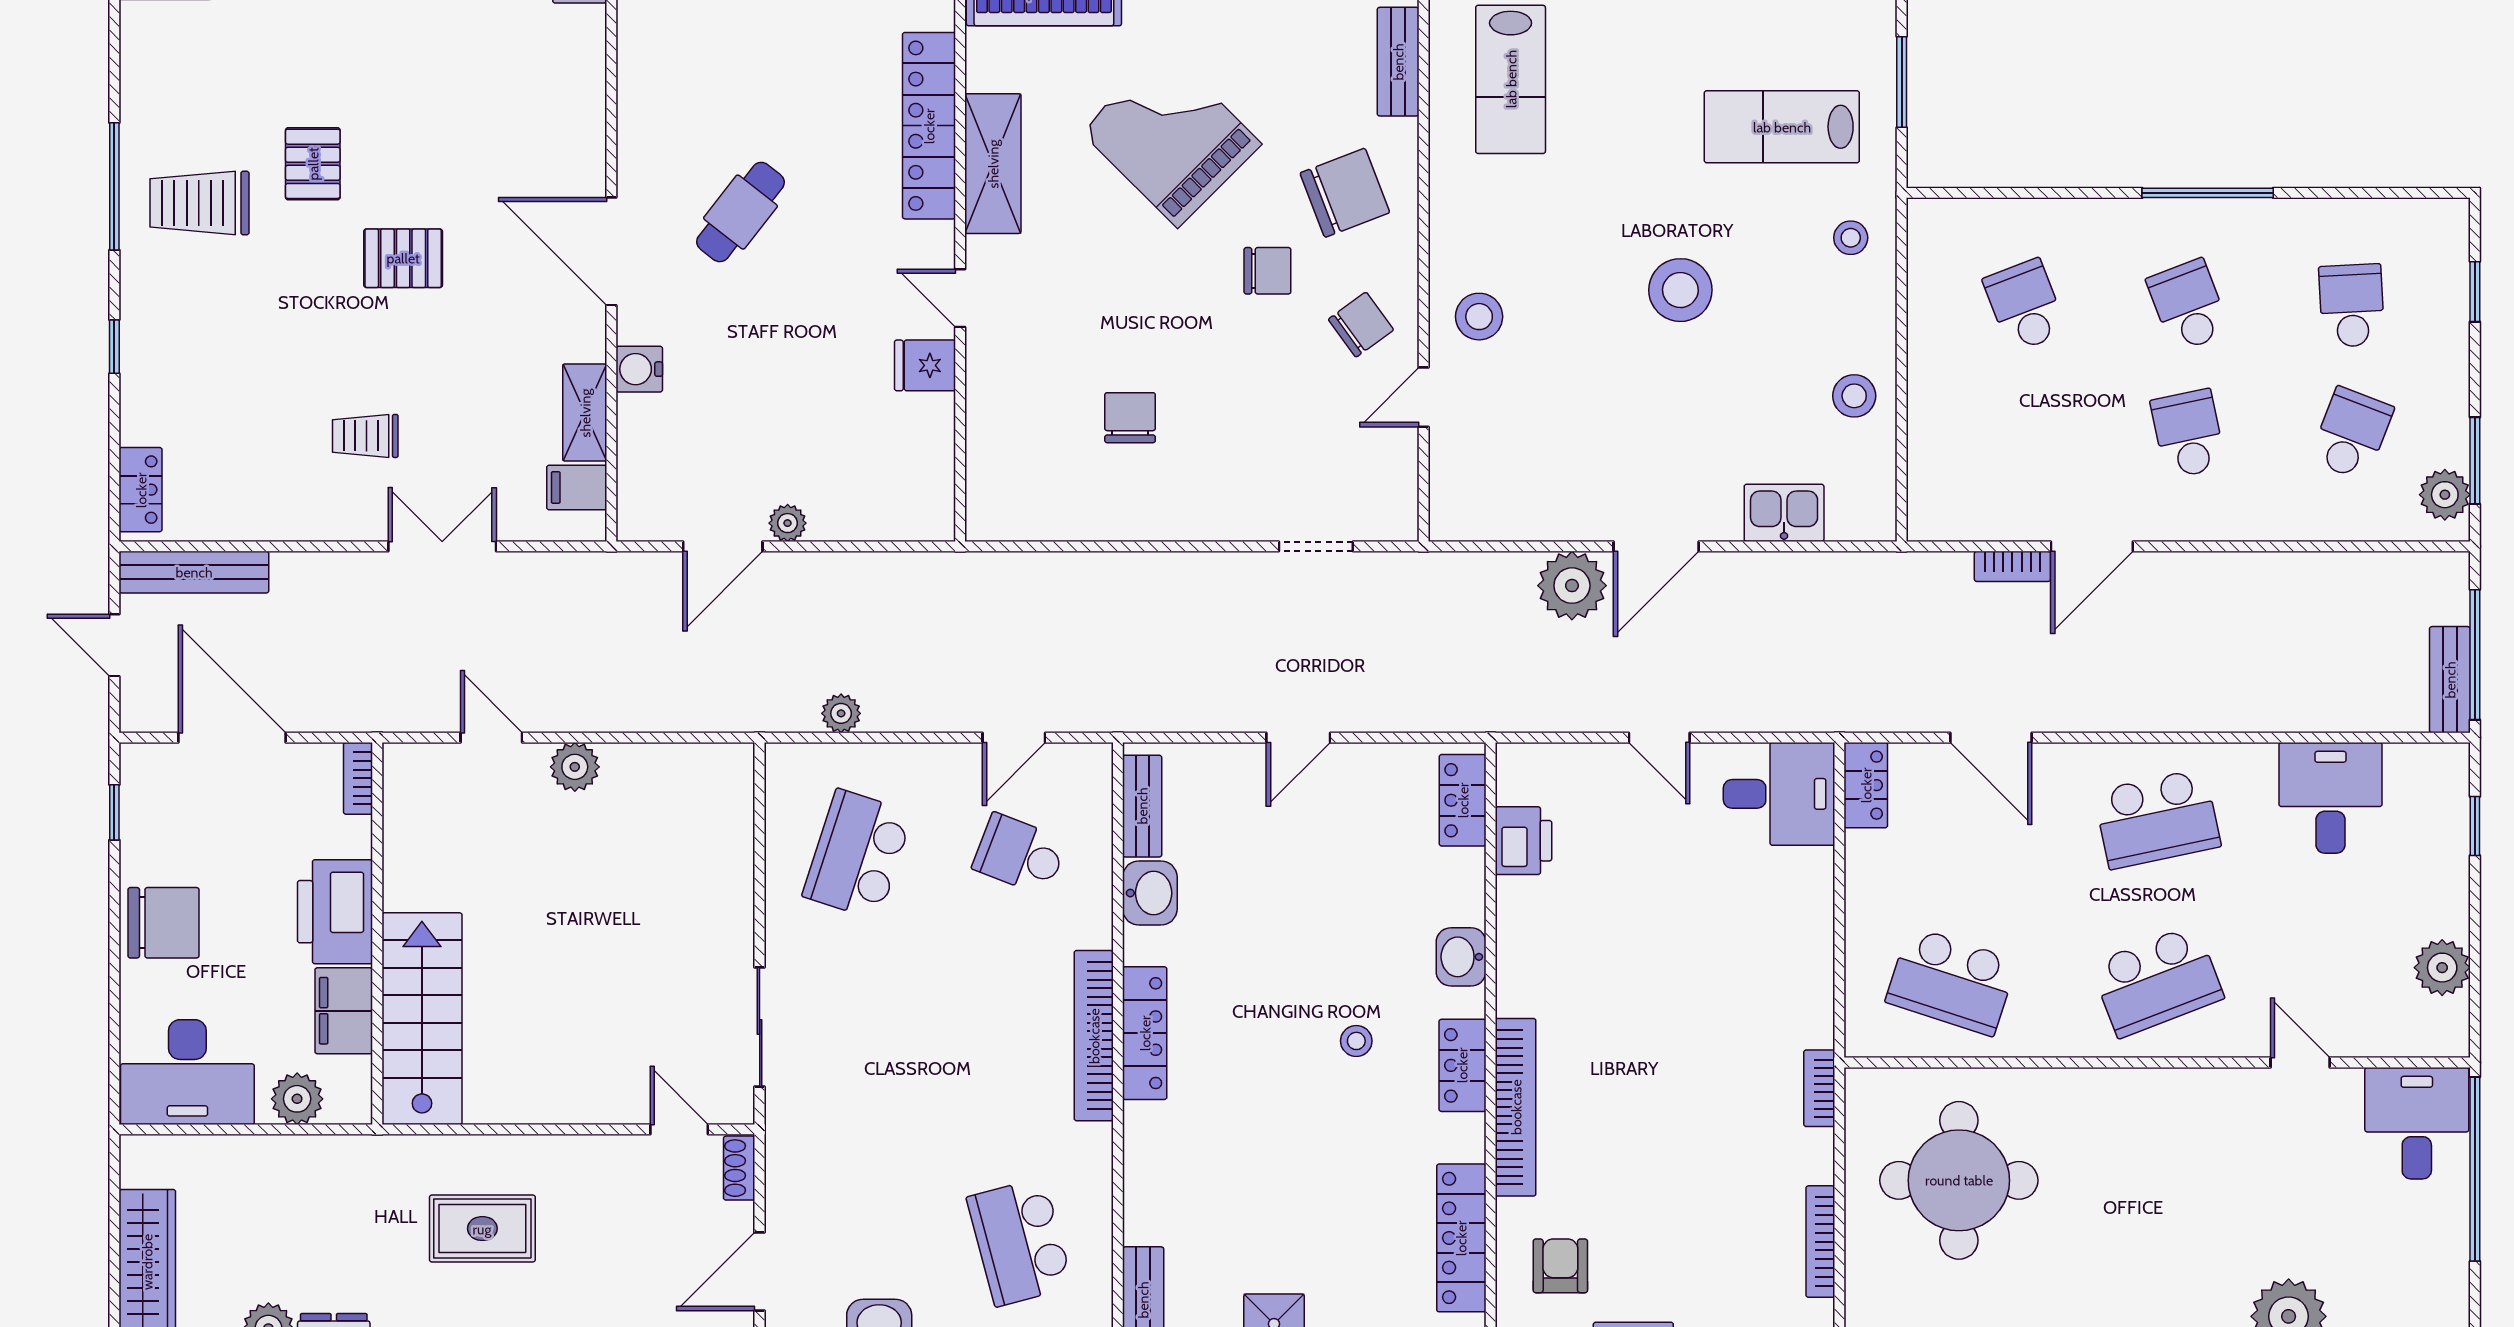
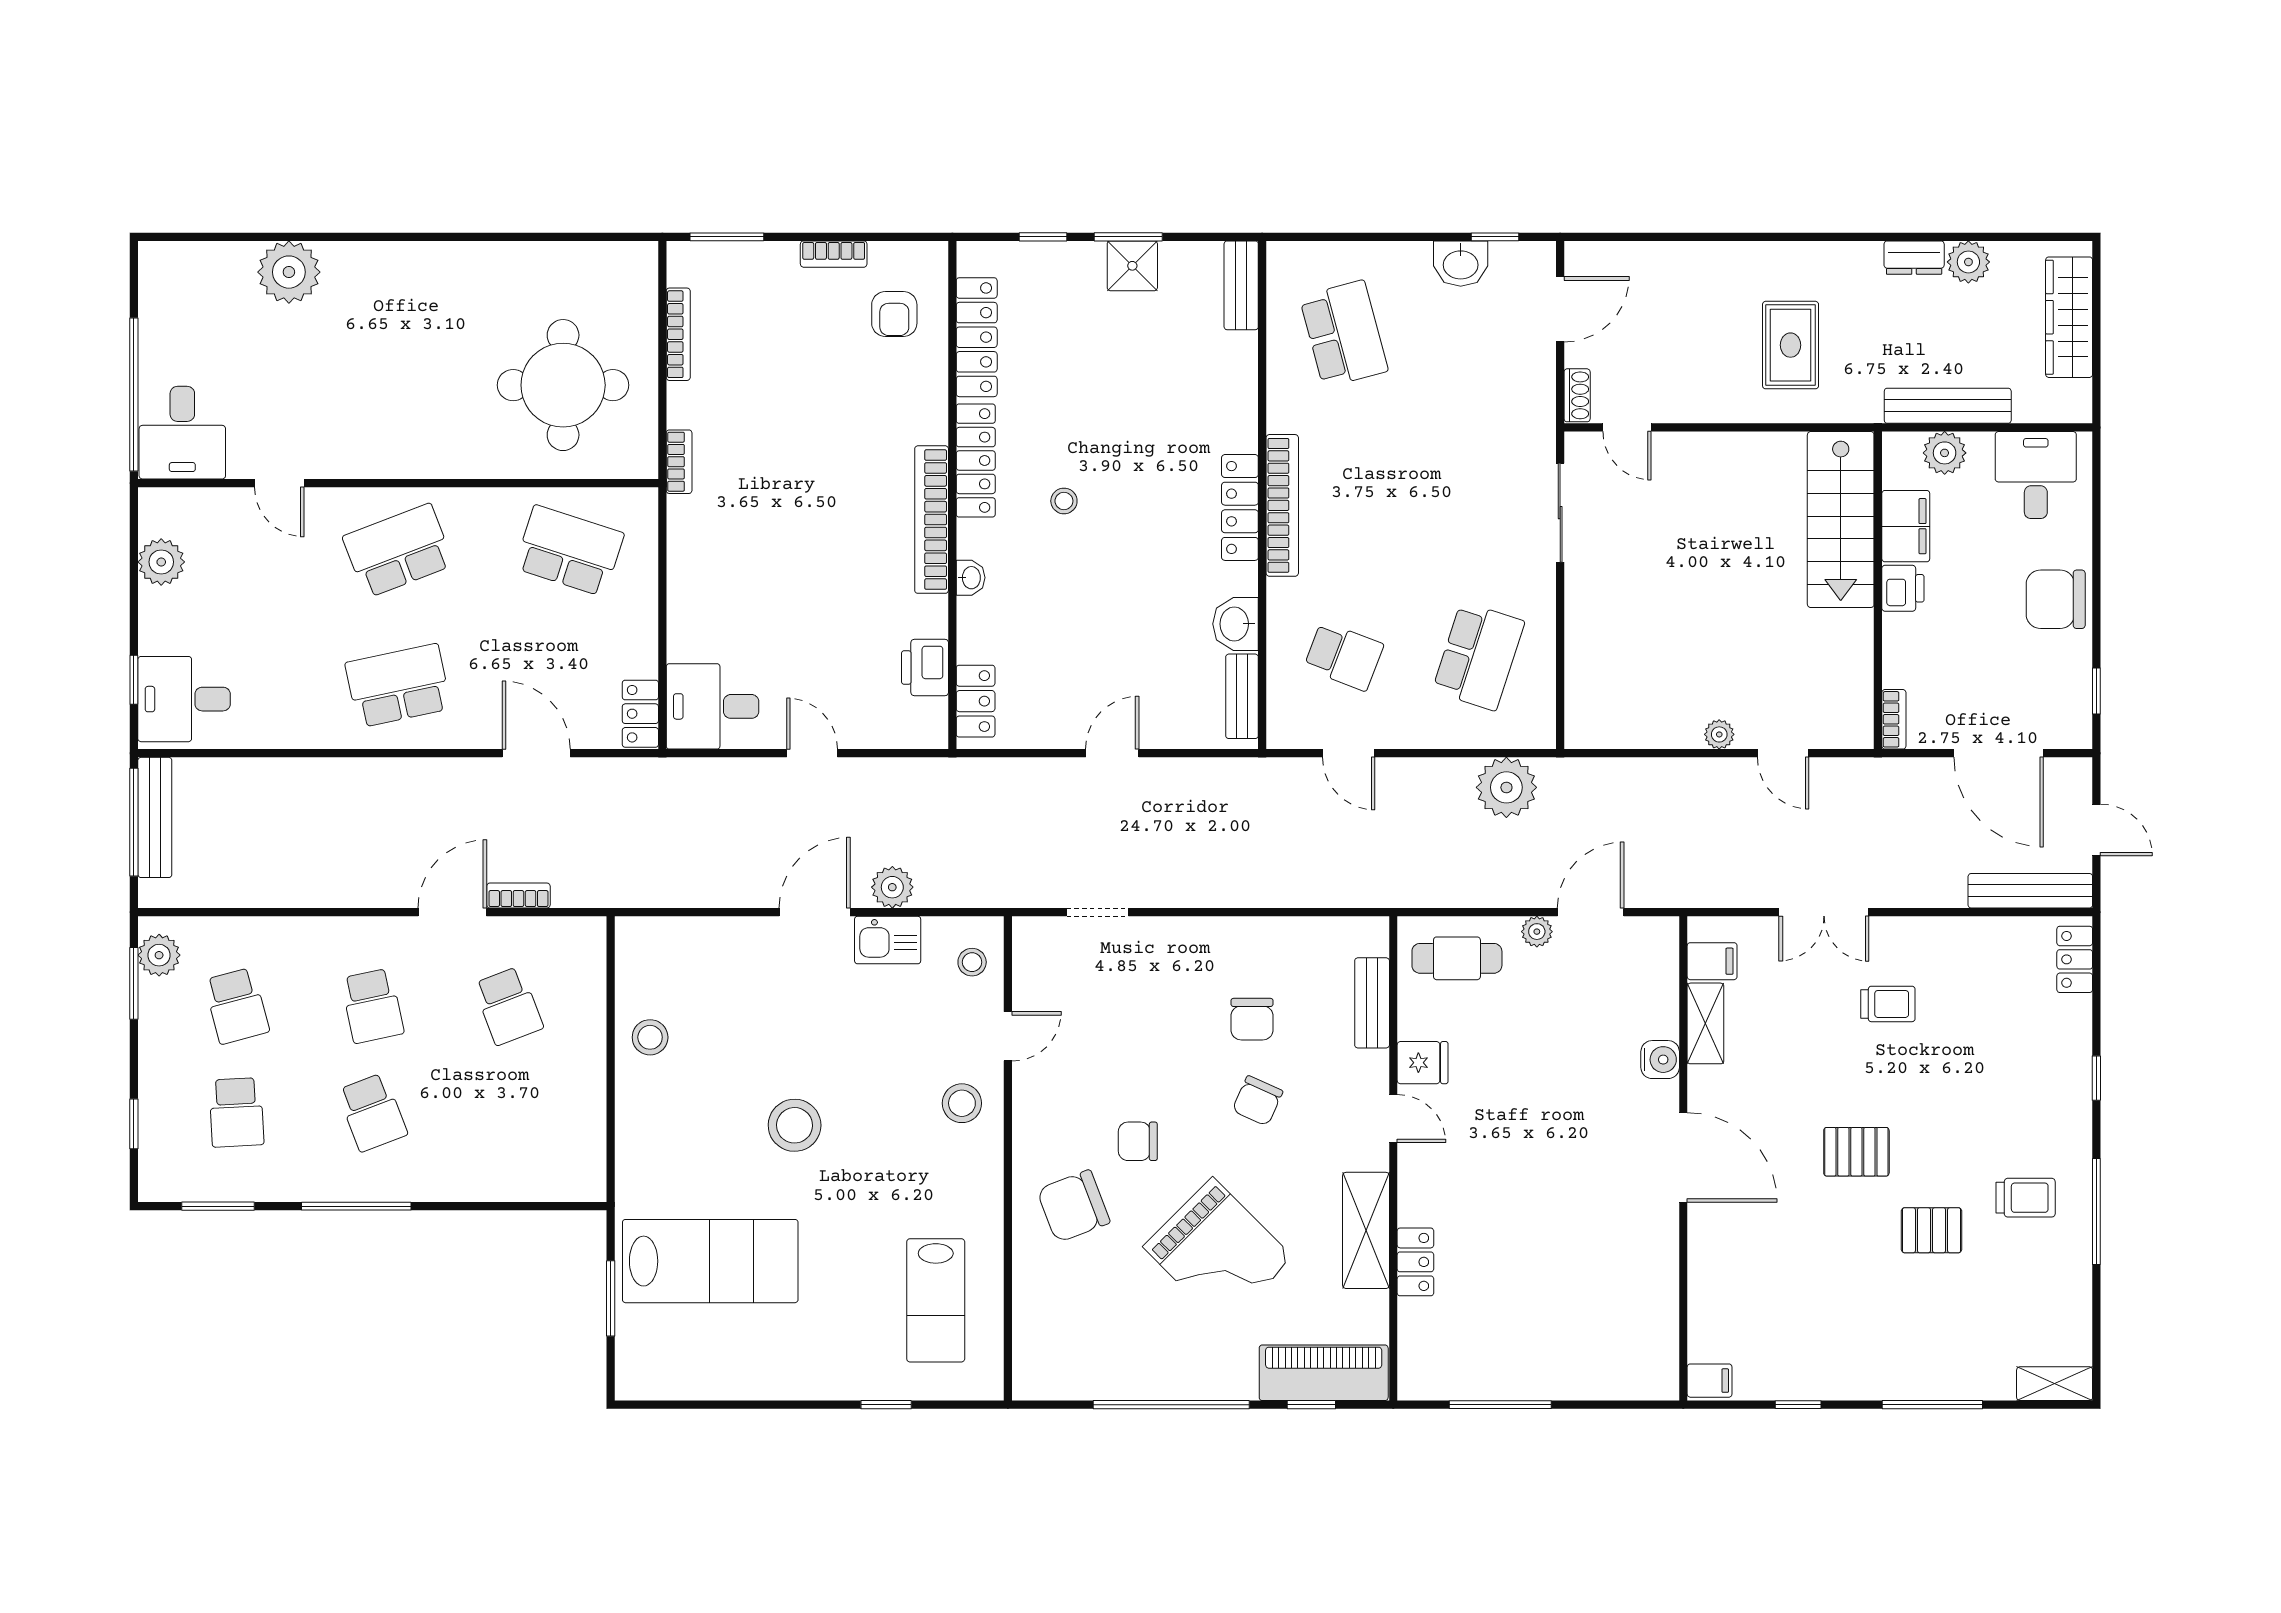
bench: (1398, 62) -> (1372, 1003), moved
lab bench: (1511, 79) -> (936, 1300), turned 180
locker: (929, 126) -> (1415, 1262), width x0.46, depth x0.83
lab bench: (1782, 127) -> (710, 1261), width x1.36, depth x1.39
pallet: (313, 164) -> (1931, 1230), turned 90
window: (2374, 193) -> (218, 1206), added
trolley: (200, 203) -> (2026, 1198), width x0.73, depth x0.72
cafe table: (740, 212) -> (1457, 958), moved, turned 52
stool: (1851, 238) -> (972, 962), moved
school desk: (2025, 306) -> (508, 1006), moved
chair: (1361, 325) -> (1258, 1101), moved, turned -30
school desk: (2352, 434) -> (236, 1006), turned -36
kitchen sink: (1784, 513) -> (888, 940), moved
plant: (1572, 586) -> (892, 887), width x0.73, depth x0.73
bench: (2450, 680) -> (155, 817), width x1.36
plant: (841, 713) -> (1506, 787), width x1.88, depth x1.88
door: (1014, 738) -> (1349, 753), swing flipped
plant: (575, 767) -> (1719, 734), width x0.73, depth x0.73
desk: (2331, 798) -> (184, 699), moved, turned 90
printer: (335, 912) -> (1903, 588), width x0.53, depth x0.68
washbasin: (1461, 957) -> (971, 578), width x0.72, depth x0.69
locker: (1462, 1065) -> (976, 460), width x1.53
desk: (187, 1072) -> (2036, 475), width x0.73
bookcase: (1516, 1107) -> (932, 520), moved
bench: (293, 1156) -> (1948, 406), added
rug: (482, 1229) -> (1791, 345), turned 90

